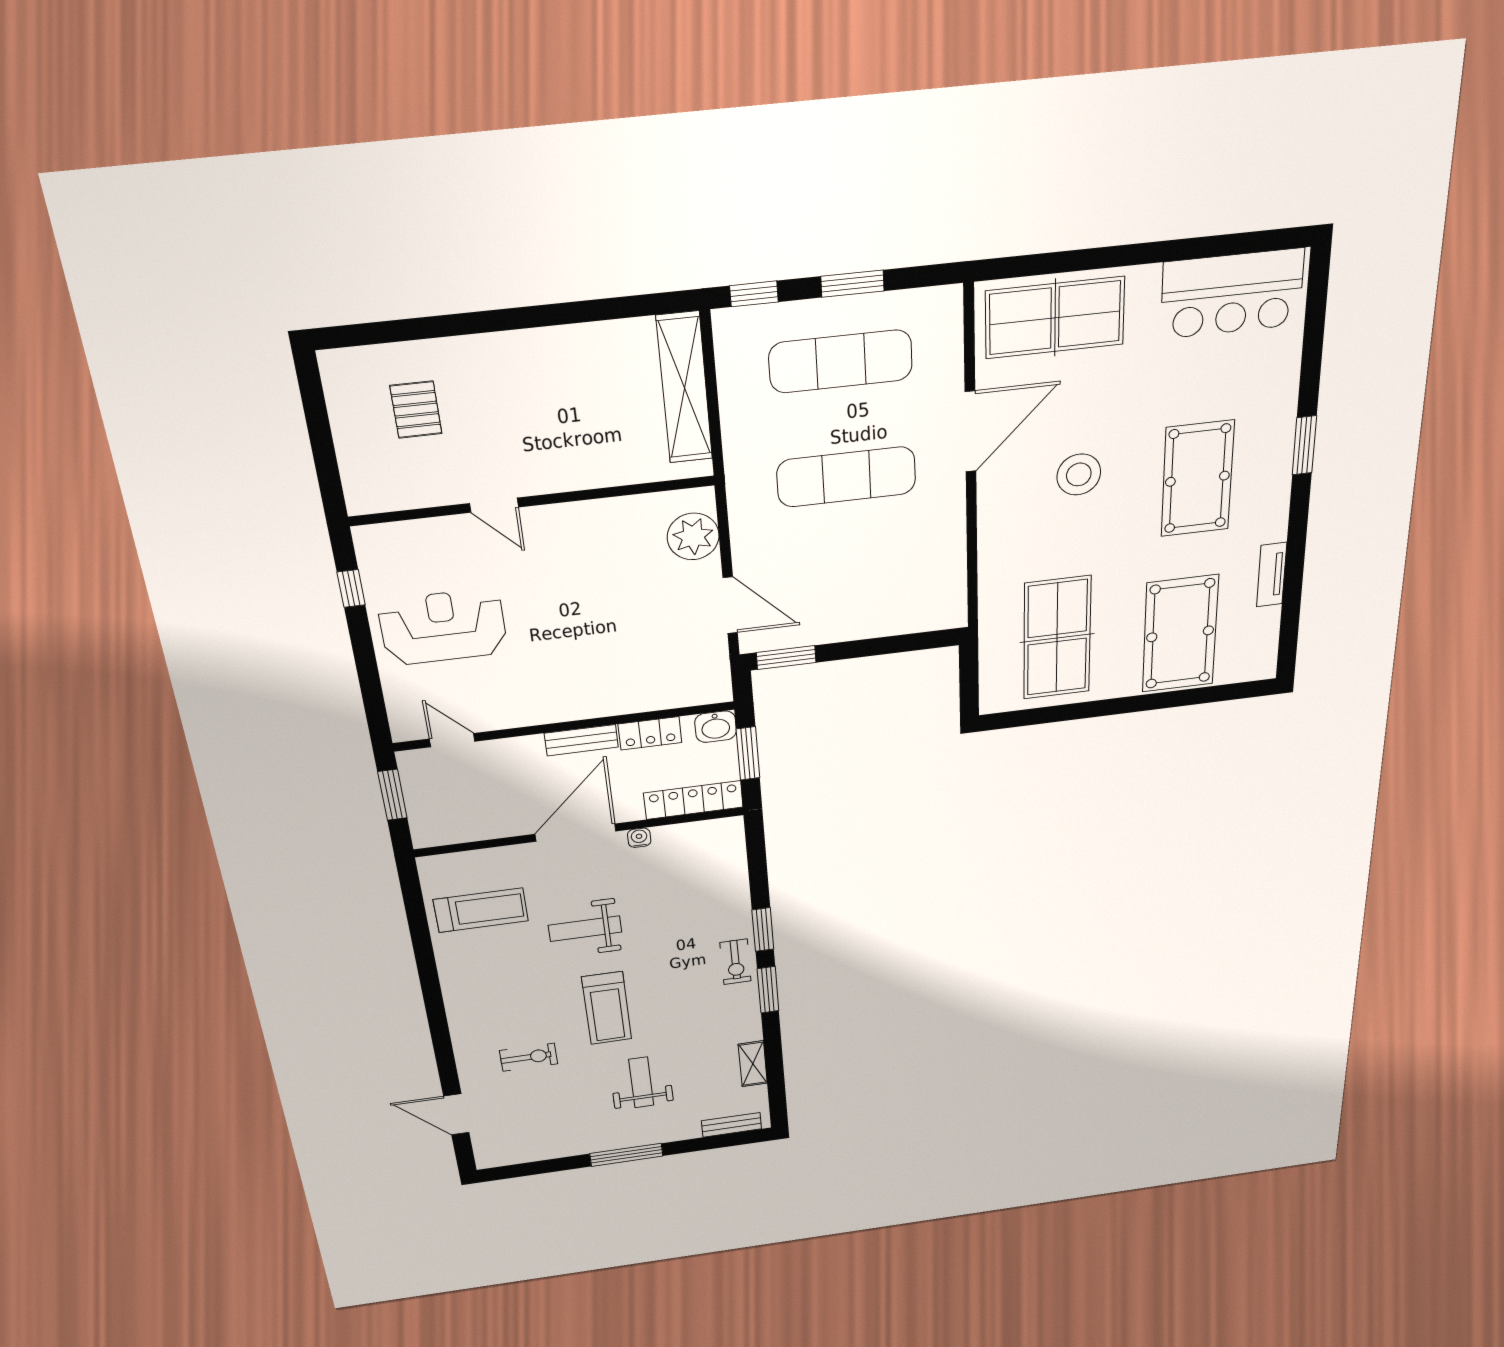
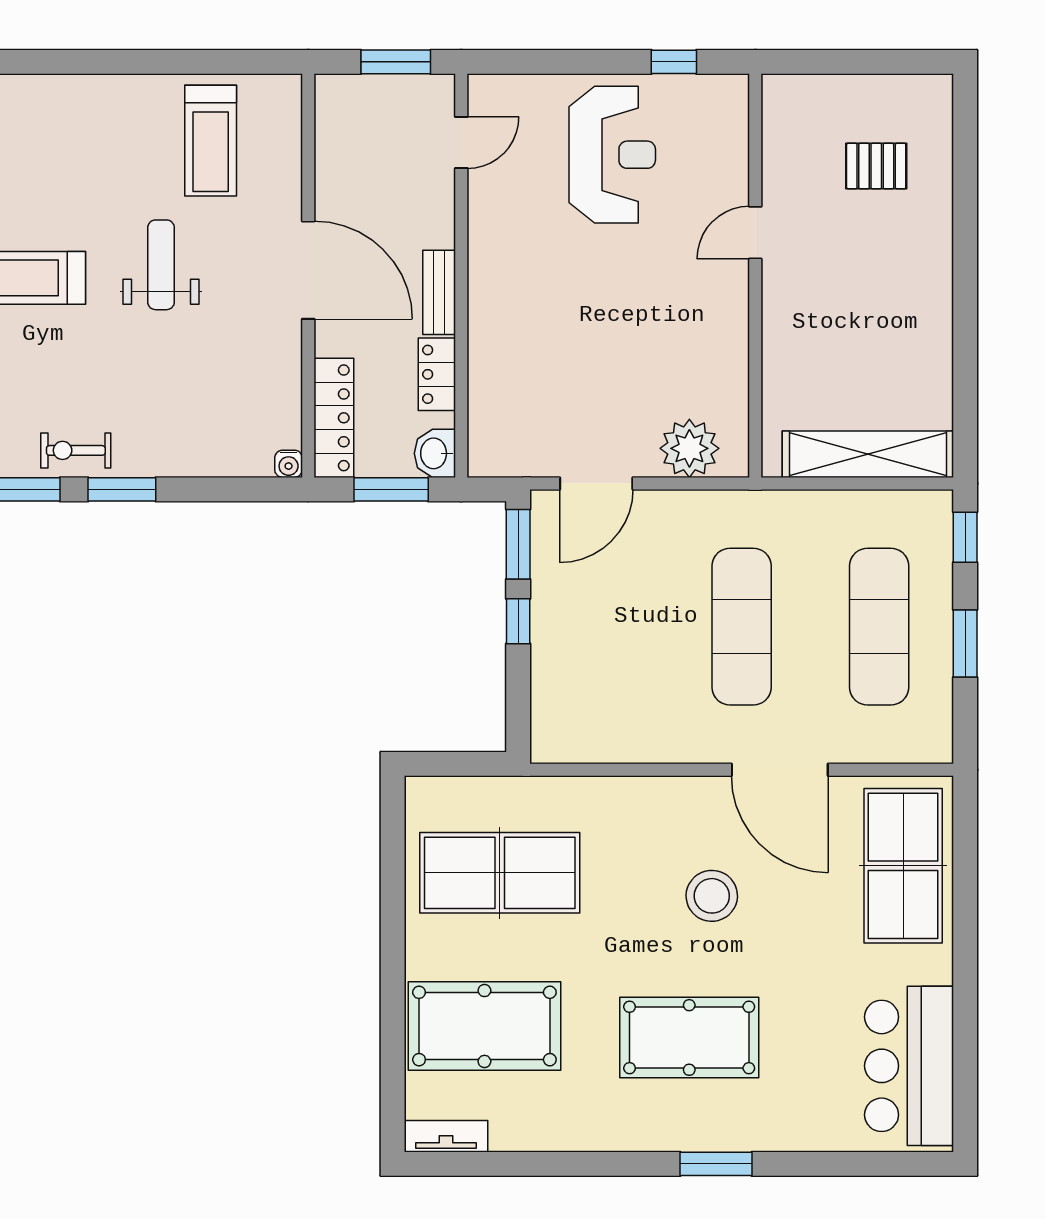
tv unit: (1272, 575) -> (446, 1136), moved
window: (850, 650) -> (518, 621), added
water cooler: (639, 838) -> (289, 464), moved, turned 90

